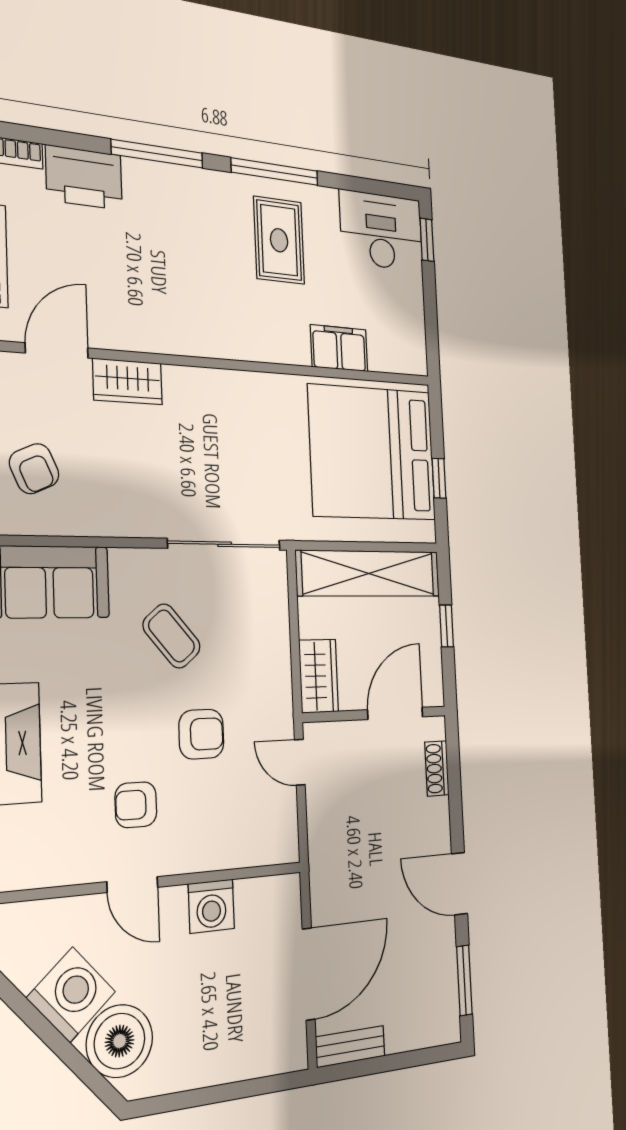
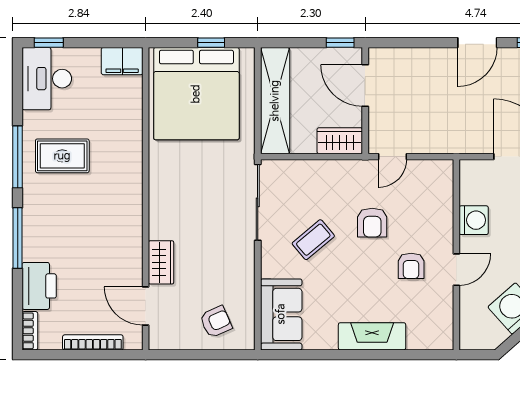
filing cabinet: (339, 348) -> (122, 61), moved, turned -90
window: (446, 626) -> (340, 43), moved
armchair: (201, 734) -> (372, 223), turned 180
shoe rack: (437, 768) -> (402, 56), removed

